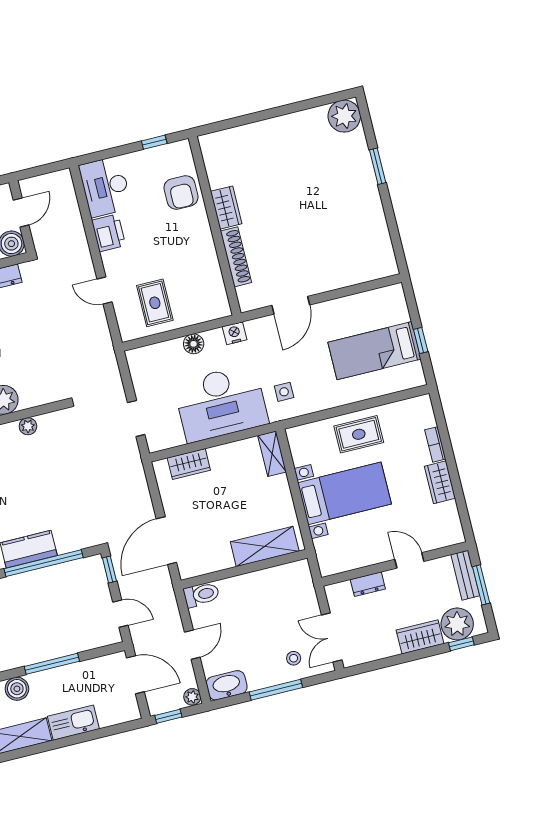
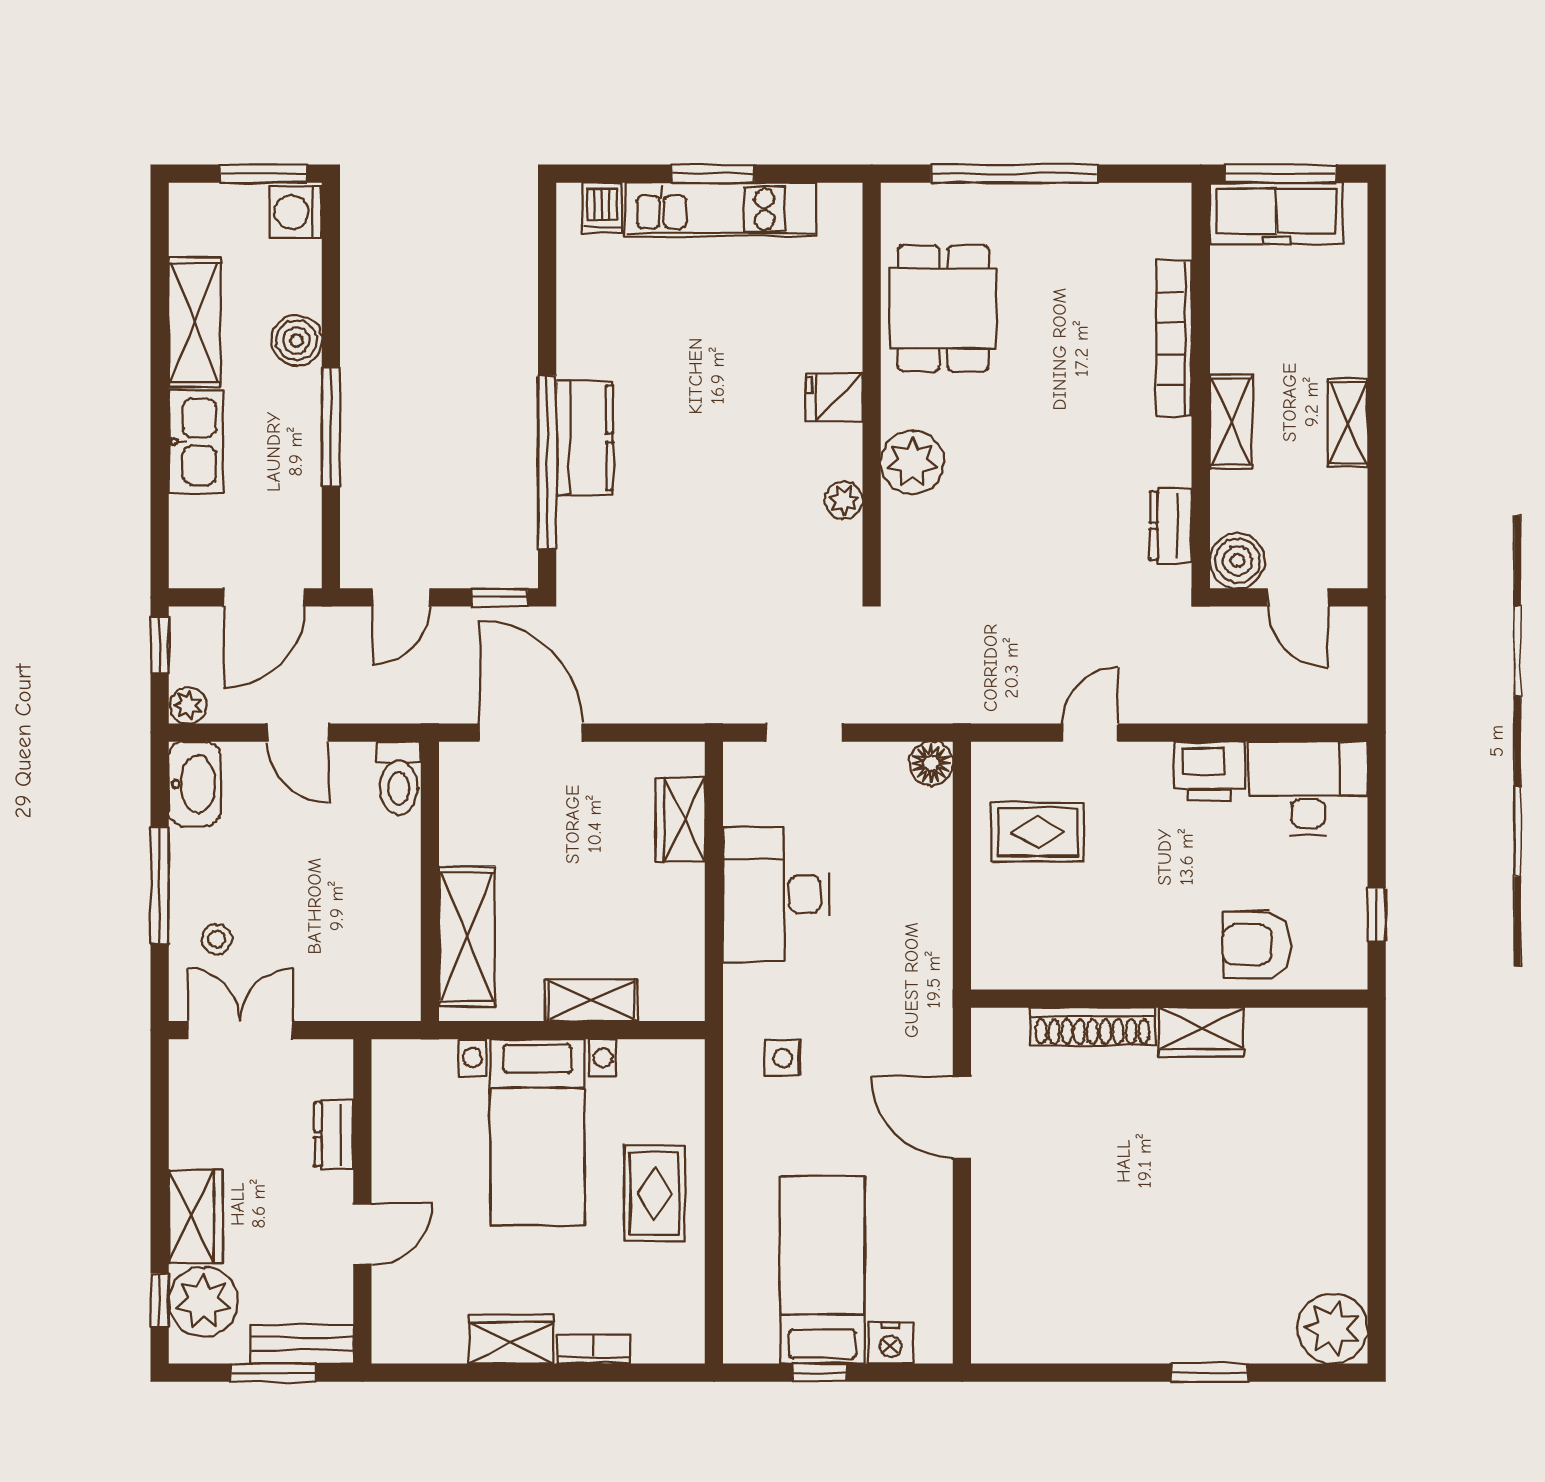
nightstand: (235, 333) -> (891, 1343), moved, turned 90
floor lamp: (194, 344) -> (931, 763), moved
desk: (221, 403) -> (776, 894), width x0.73, depth x0.77
shelving: (272, 454) -> (592, 1000), moved

